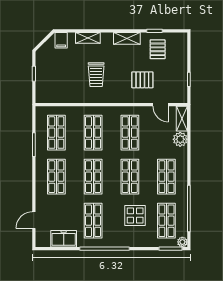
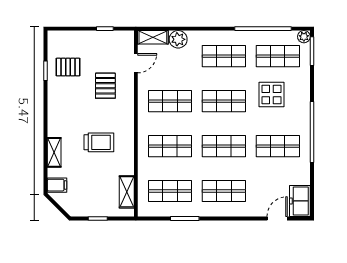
shelving: (127, 38) -> (127, 192), moved
door: (34, 220) -> (277, 219), swing flipped
freezer: (64, 239) -> (300, 201), moved

